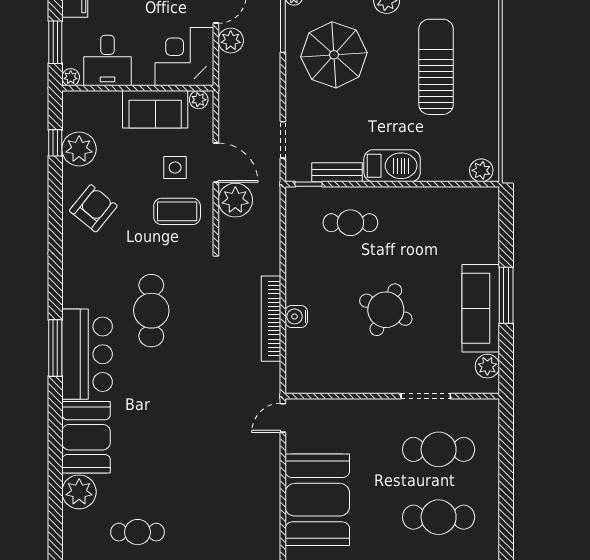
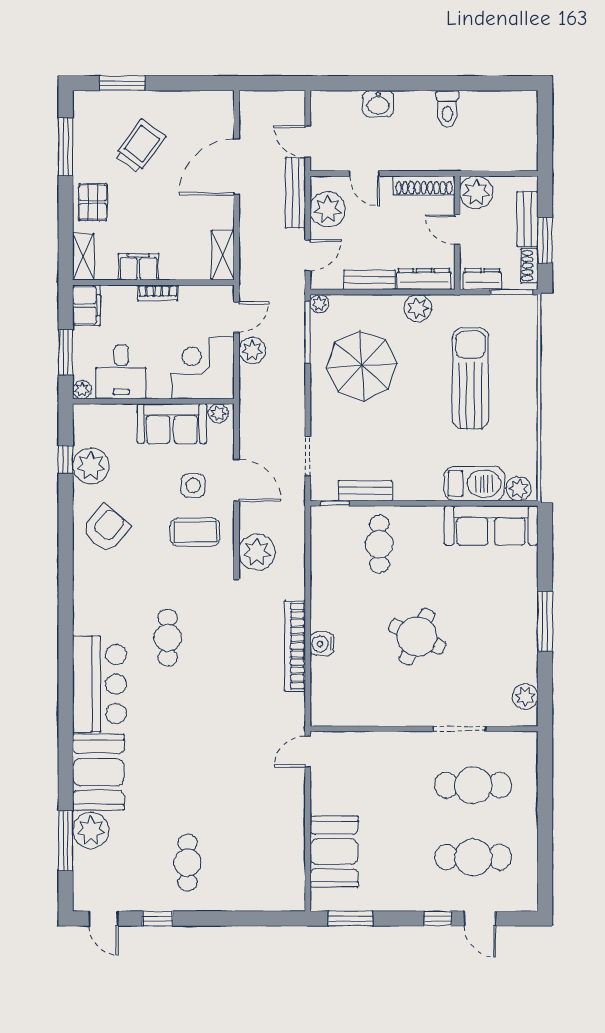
barbecue: (392, 166) -> (474, 484), moved
plant: (235, 200) -> (257, 552), moved
cafe table: (350, 223) -> (379, 544), turned 90
sofa: (481, 308) -> (491, 525), moved, turned -90
cafe table: (151, 311) -> (168, 638), width x0.73, depth x0.74
window: (55, 348) -> (66, 841), moved
booth: (317, 500) -> (334, 852), width x0.73, depth x0.70
cafe table: (138, 532) -> (188, 863), moved, turned 90

